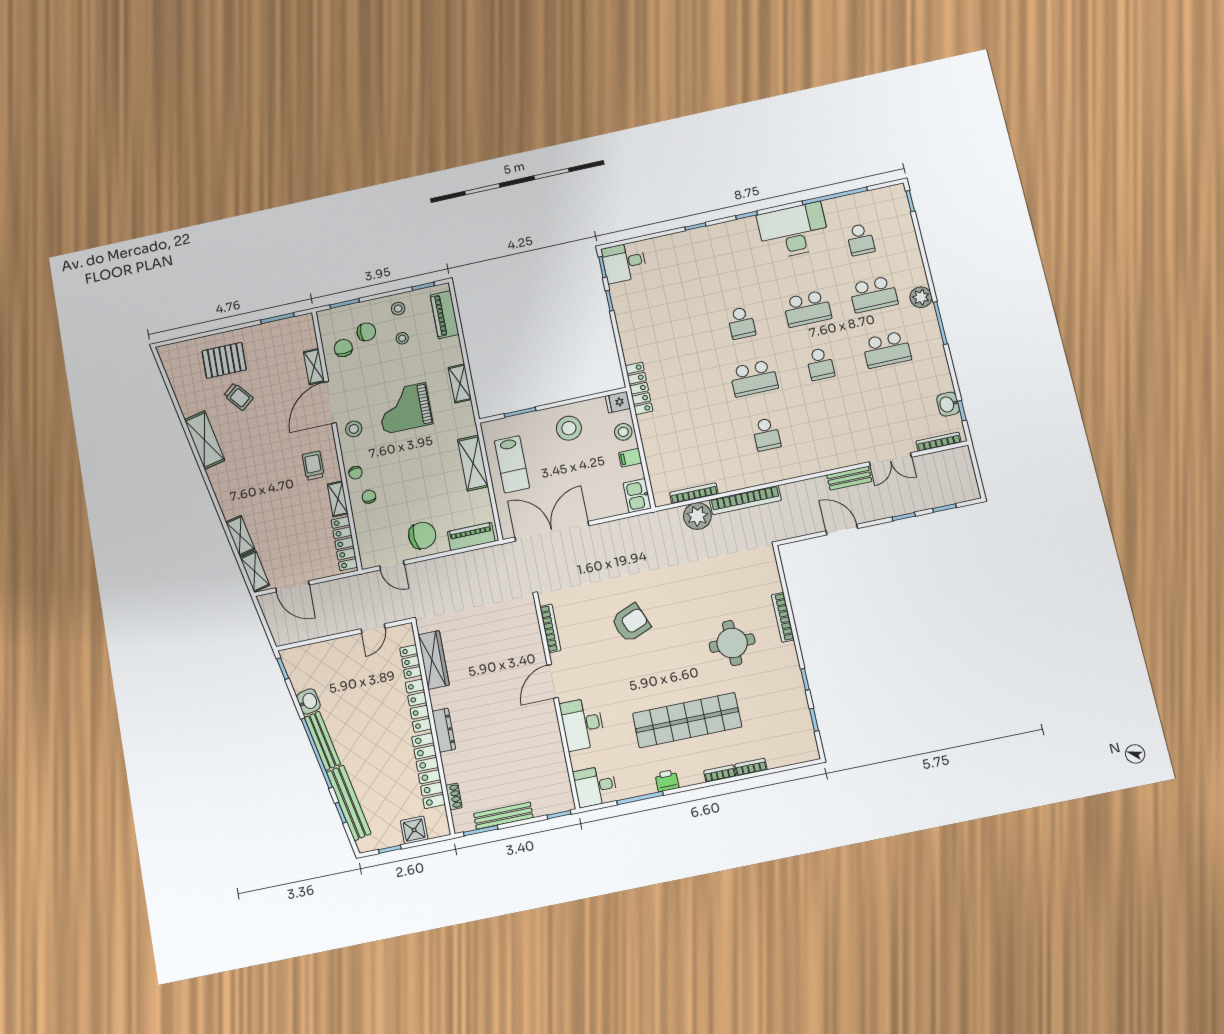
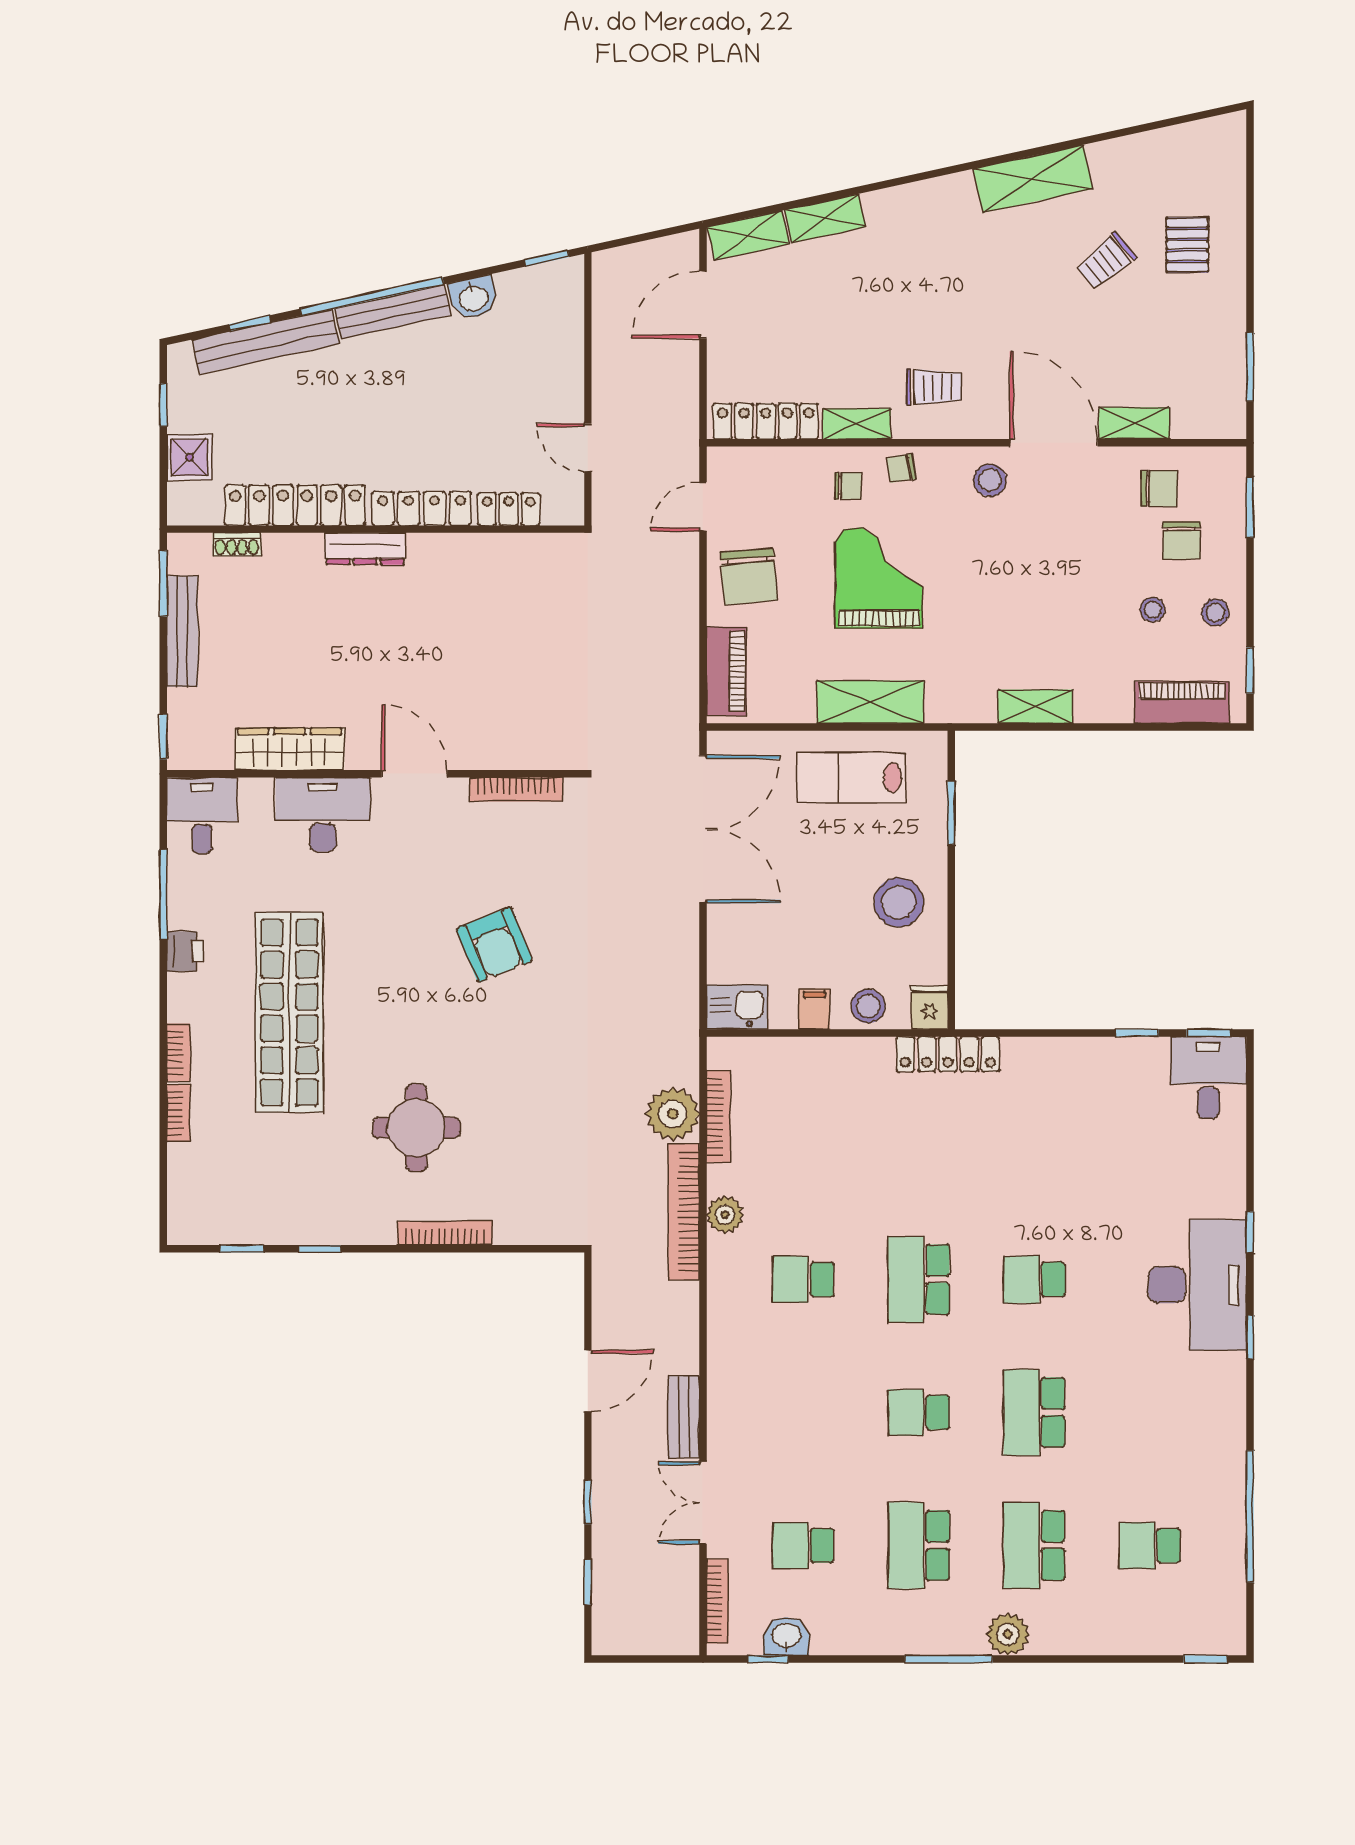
desk: (793, 231) -> (1197, 1285), moved
pallet: (224, 360) -> (1187, 245), width x0.67, depth x0.71
school desk: (900, 406) -> (803, 1545), added
grand piano: (405, 408) -> (879, 578), moved
plant: (742, 479) -> (725, 1215), added
wardrobe: (434, 660) -> (290, 749), moved, turned 180

